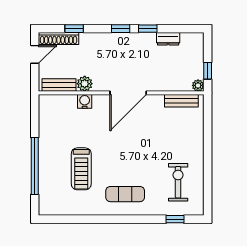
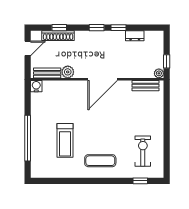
shoe rack: (59, 38) -> (58, 36), moved
water cooler: (85, 101) -> (36, 86), moved

